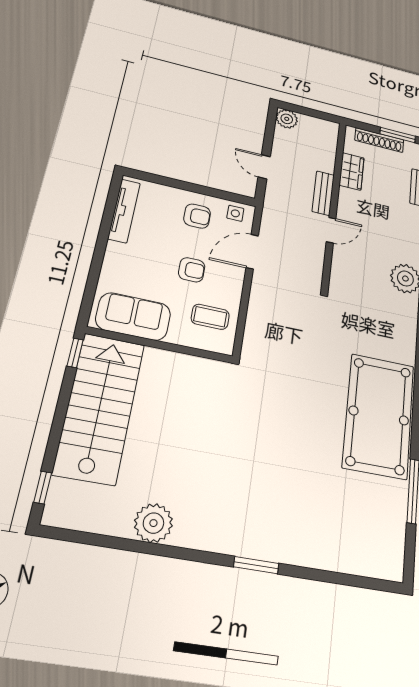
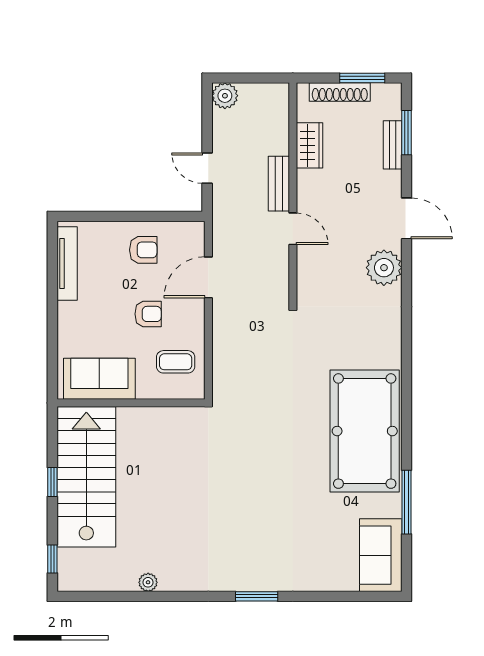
side table: (235, 213) -> (184, 236), removed
door: (331, 230) -> (293, 229), hinge flipped
window: (75, 353) -> (52, 482), moved
plant: (153, 523) -> (148, 582), width x0.53, depth x0.53
sofa: (385, 541) -> (381, 555), added

